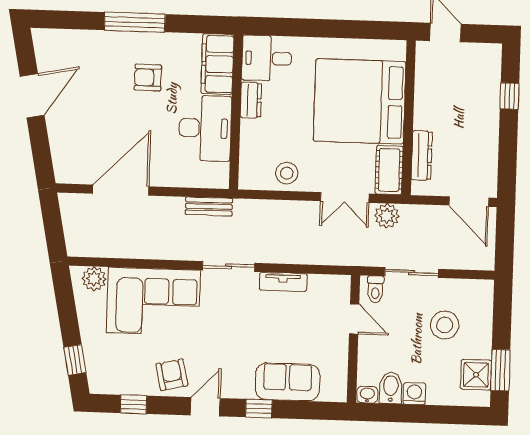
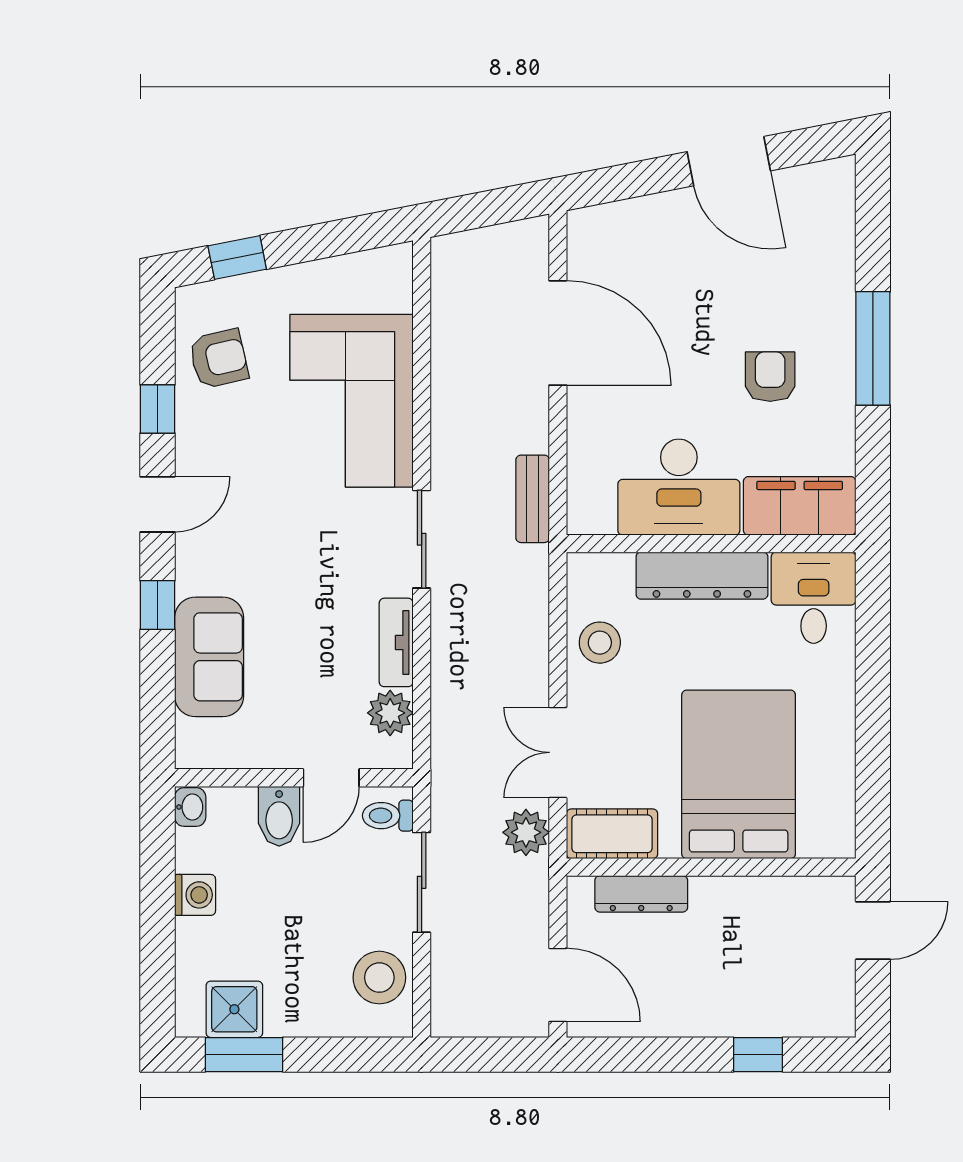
dresser: (251, 100) -> (702, 576), width x1.96, depth x1.24
bed: (360, 101) -> (739, 774), width x0.73
door: (469, 202) -> (558, 985), swing flipped
plant: (94, 279) -> (390, 713), moved
stool: (445, 325) -> (379, 978), moved
armchair: (172, 375) -> (219, 359), moved
bidet: (391, 388) -> (279, 816), moved, turned 90
window: (134, 404) -> (158, 409), moved
door: (205, 407) -> (158, 504), hinge flipped

